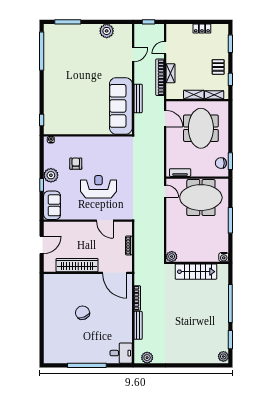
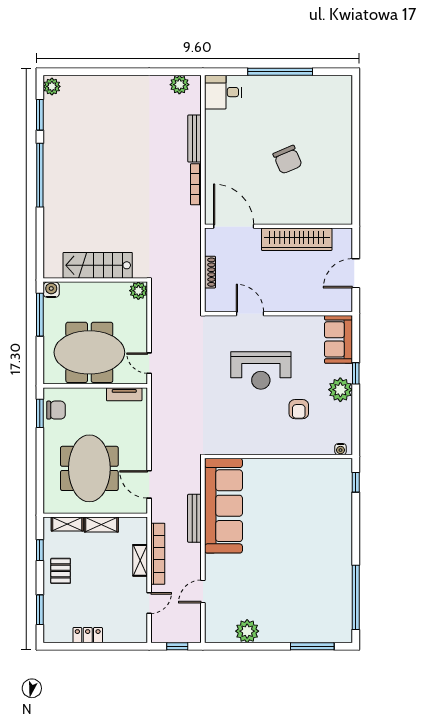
plant: (172, 257) -> (138, 291), moved
water cooler: (224, 257) -> (51, 290), moved
wall: (197, 263) -> (95, 280), moved
stairs: (196, 272) -> (98, 265), moved

